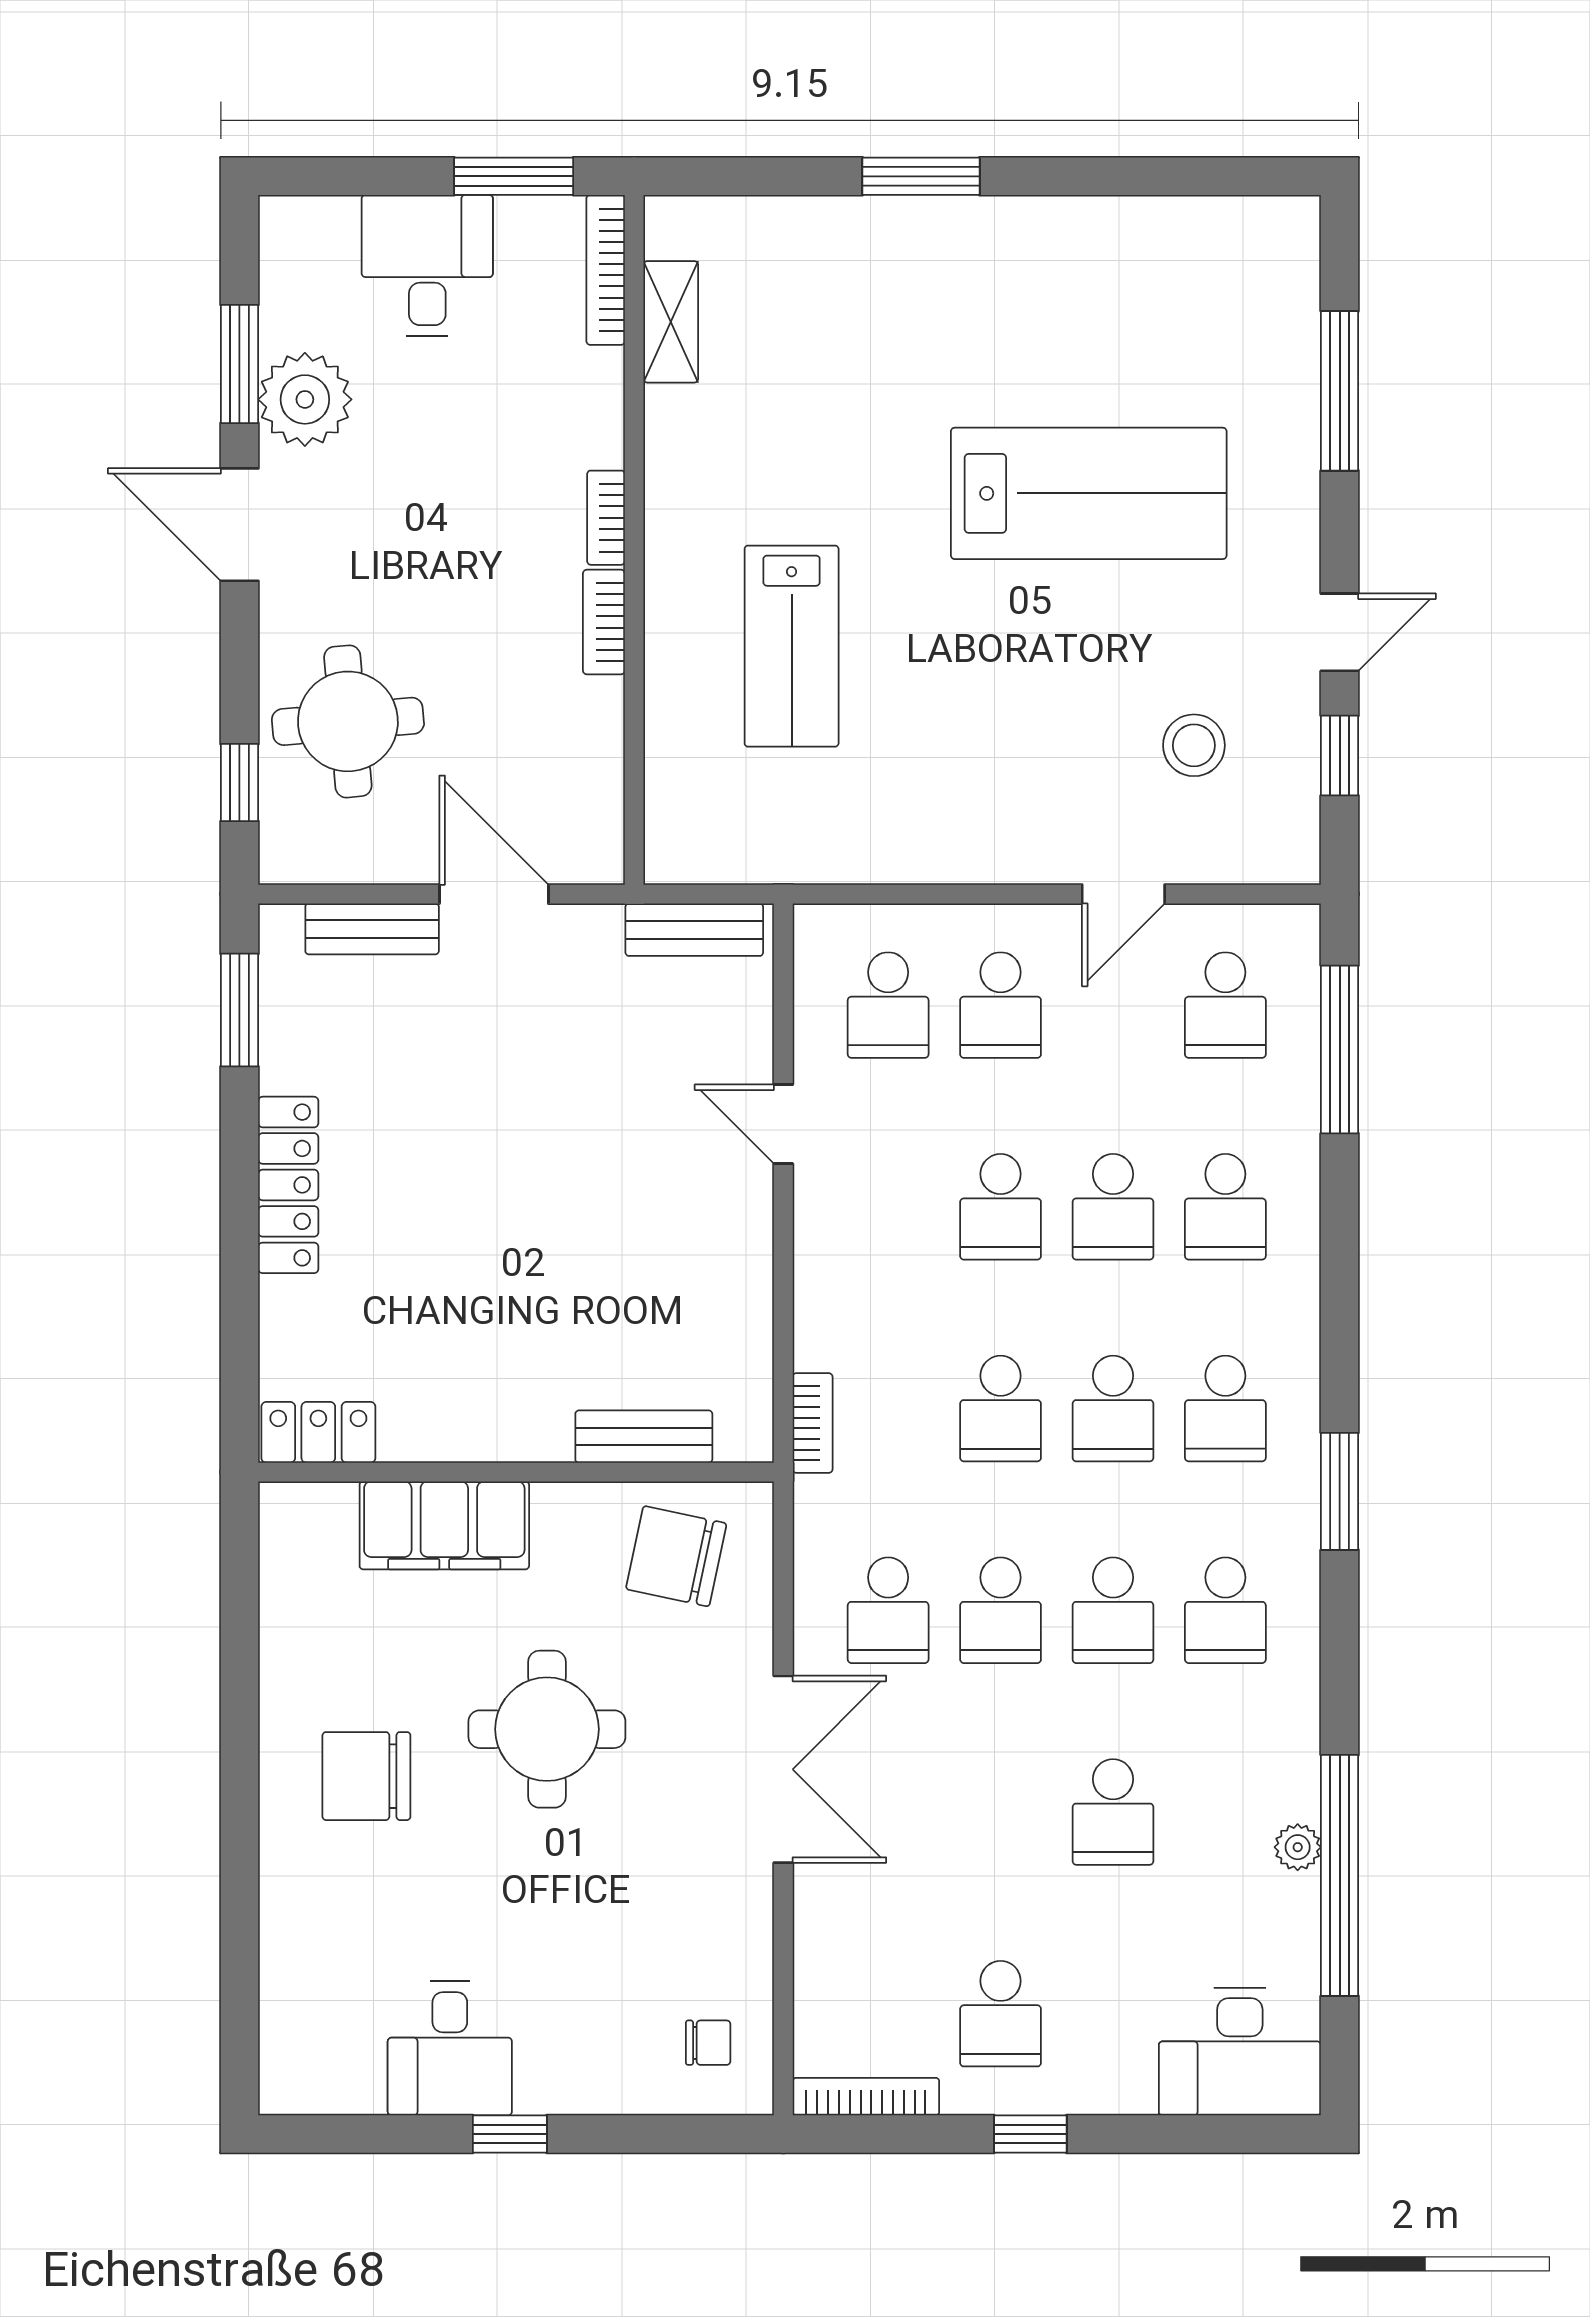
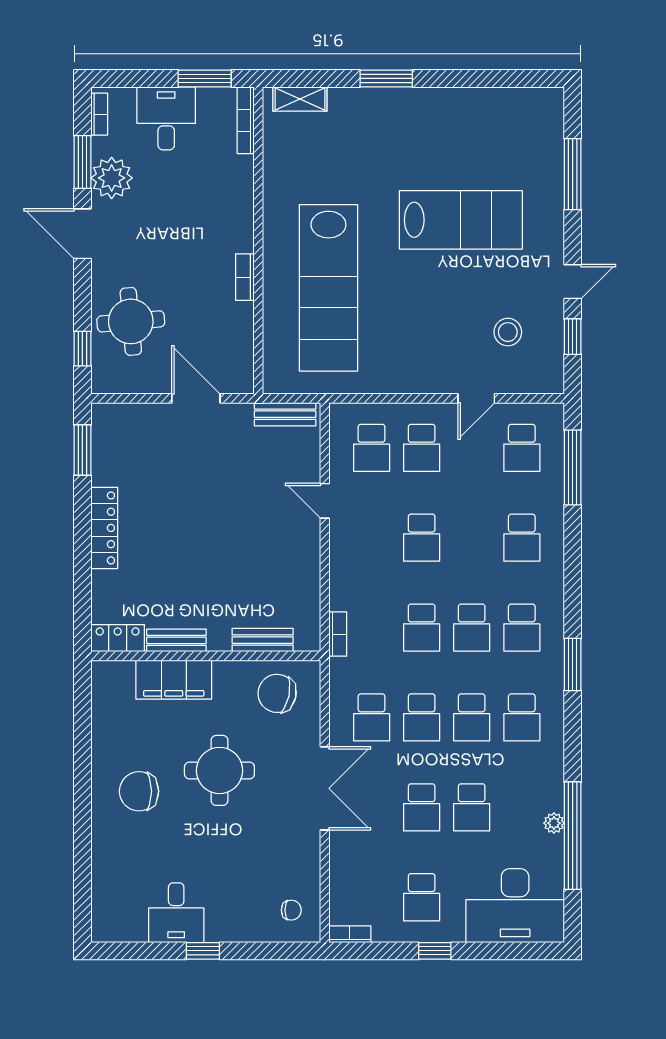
shelving: (671, 322) -> (300, 99), moved, turned 90
bookcase: (606, 518) -> (99, 114), moved, turned 180
lab bench: (792, 646) -> (328, 288), width x1.86, depth x1.39
bench: (372, 929) -> (176, 640), moved
school desk: (1113, 1207) -> (422, 807), moved
desk: (1240, 2052) -> (515, 906), width x1.36, depth x1.30
bookcase: (866, 2097) -> (350, 934), width x0.64

